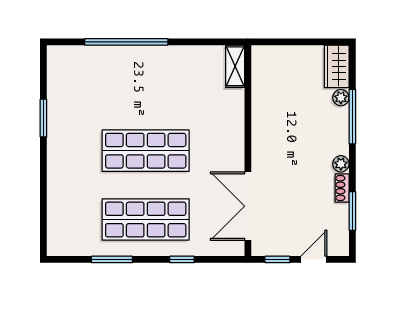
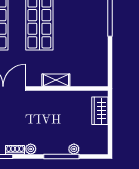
shelving: (235, 66) -> (56, 80), moved
wardrobe: (337, 66) -> (100, 111), moved, turned -90

